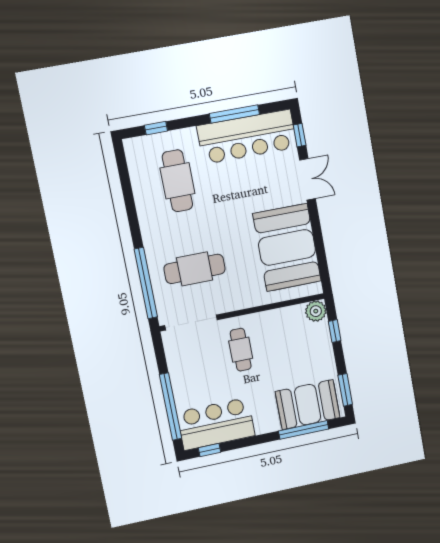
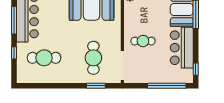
window: (156, 128) -> (14, 53), moved
window: (146, 283) -> (96, 86), width x0.47
bar counter: (216, 424) -> (182, 48), moved

